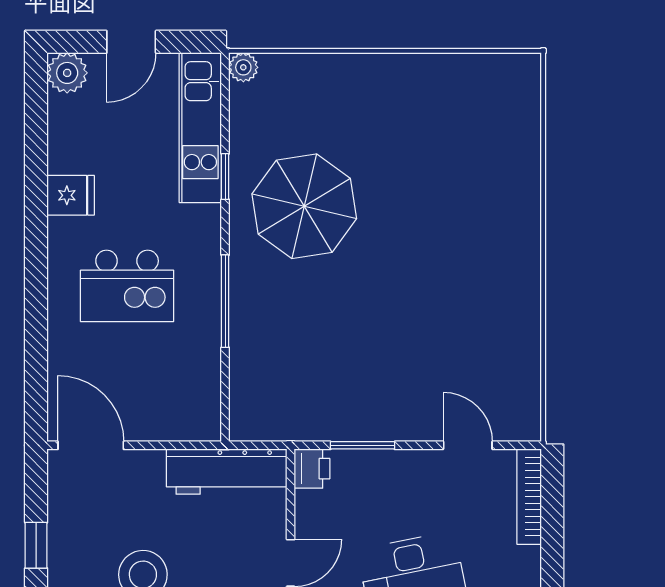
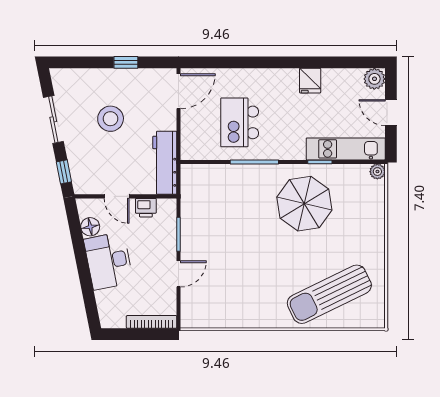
sun lounger: (477, 159) -> (329, 294), added
kitchen island: (127, 286) -> (240, 122), moved
door: (468, 445) -> (179, 274), moved
printer: (312, 469) -> (146, 208), moved

